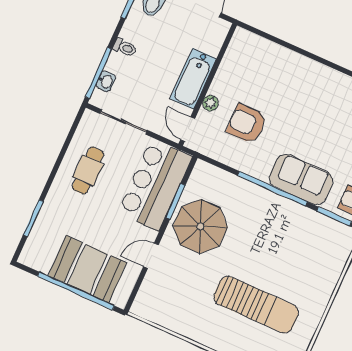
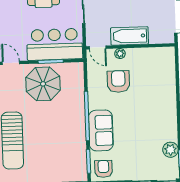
door: (188, 129) -> (98, 47), swing flipped

